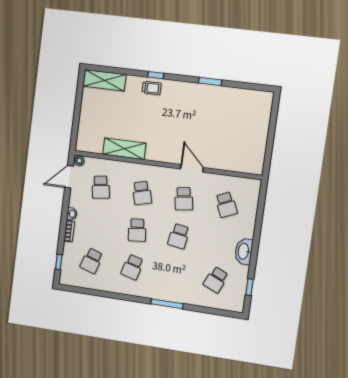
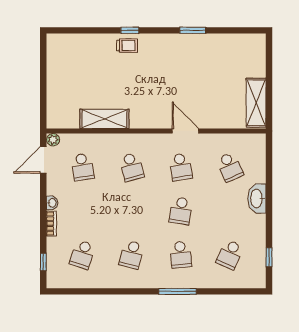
shelving: (104, 80) -> (256, 103), moved, turned 90
school desk: (137, 230) -> (181, 255), moved
washbasin: (244, 251) -> (257, 198), moved

